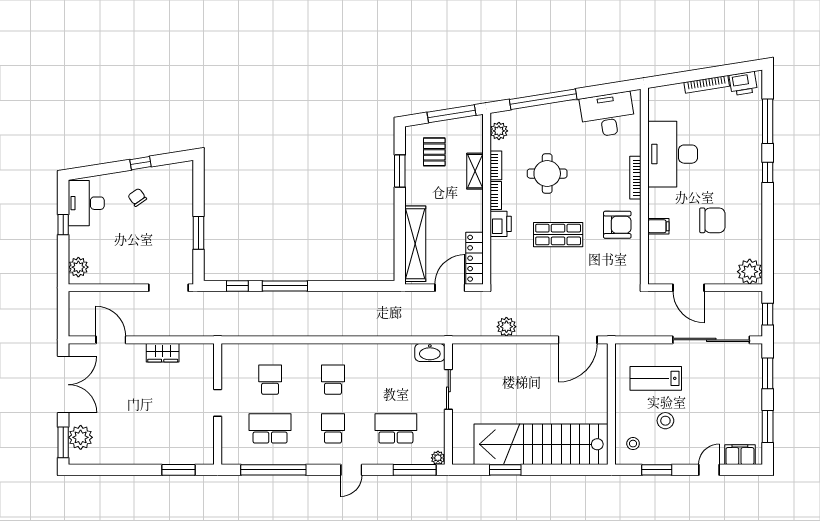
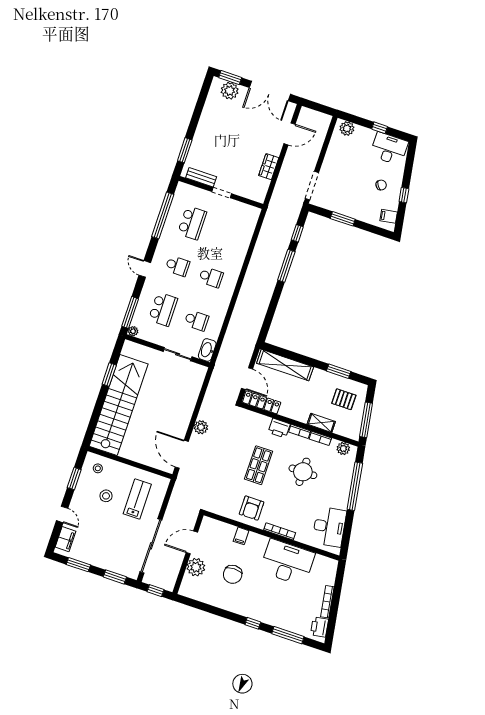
filing cabinet: (175, 174) -> (389, 216), added
plant: (750, 272) -> (196, 567), moved
plant: (506, 327) -> (201, 427), moved
school desk: (270, 380) -> (196, 320), moved
bench: (206, 436) -> (201, 177), added

